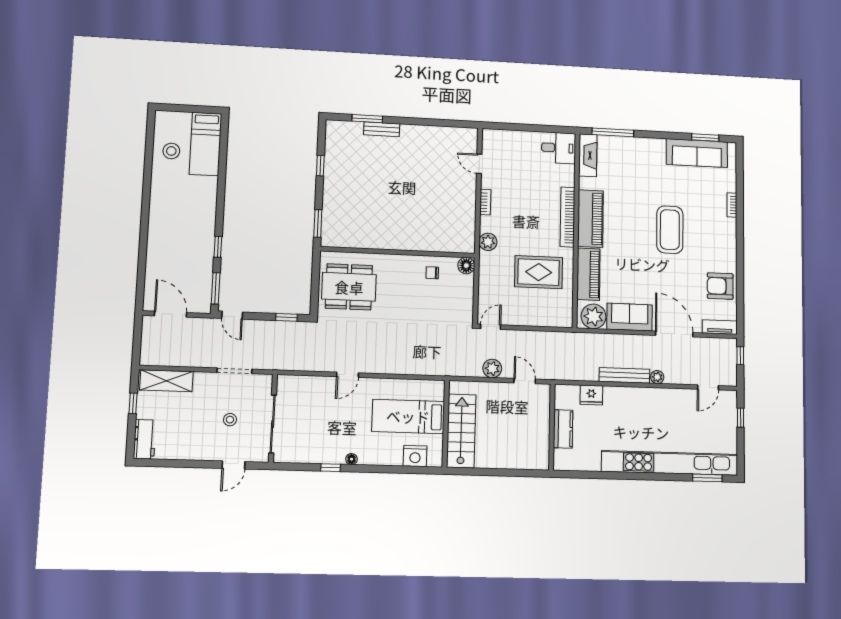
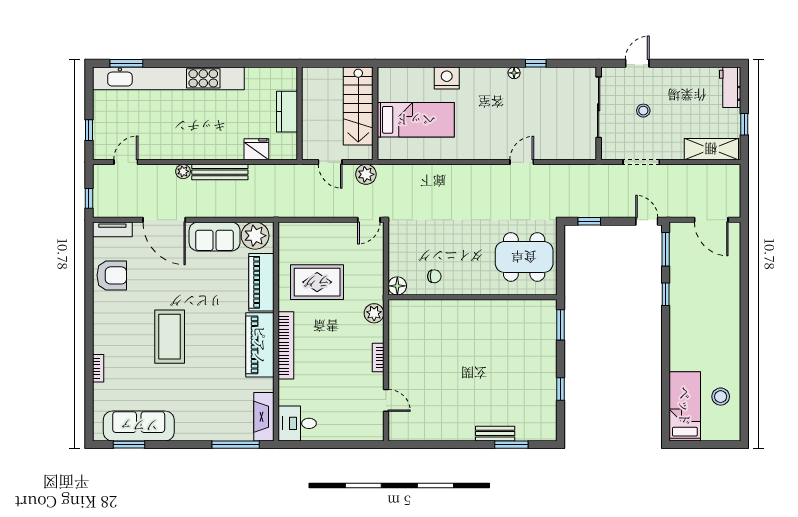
bed: (408, 416) -> (416, 120), moved
wall: (446, 424) -> (375, 113), moved
stairs: (461, 431) -> (358, 106), moved

